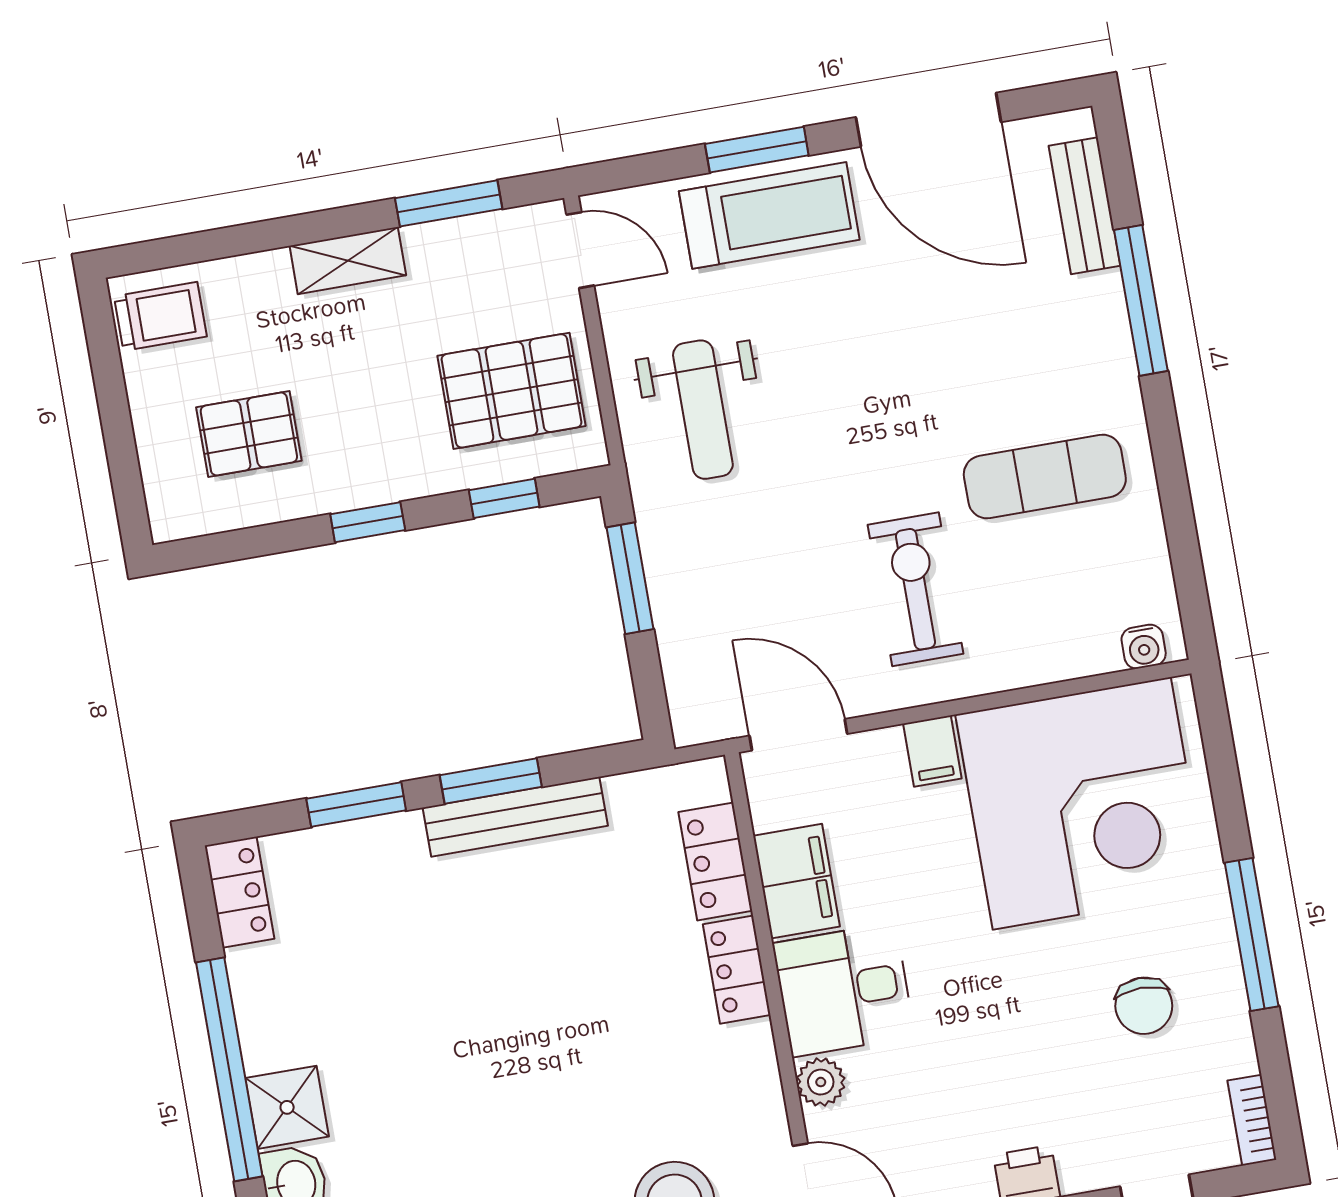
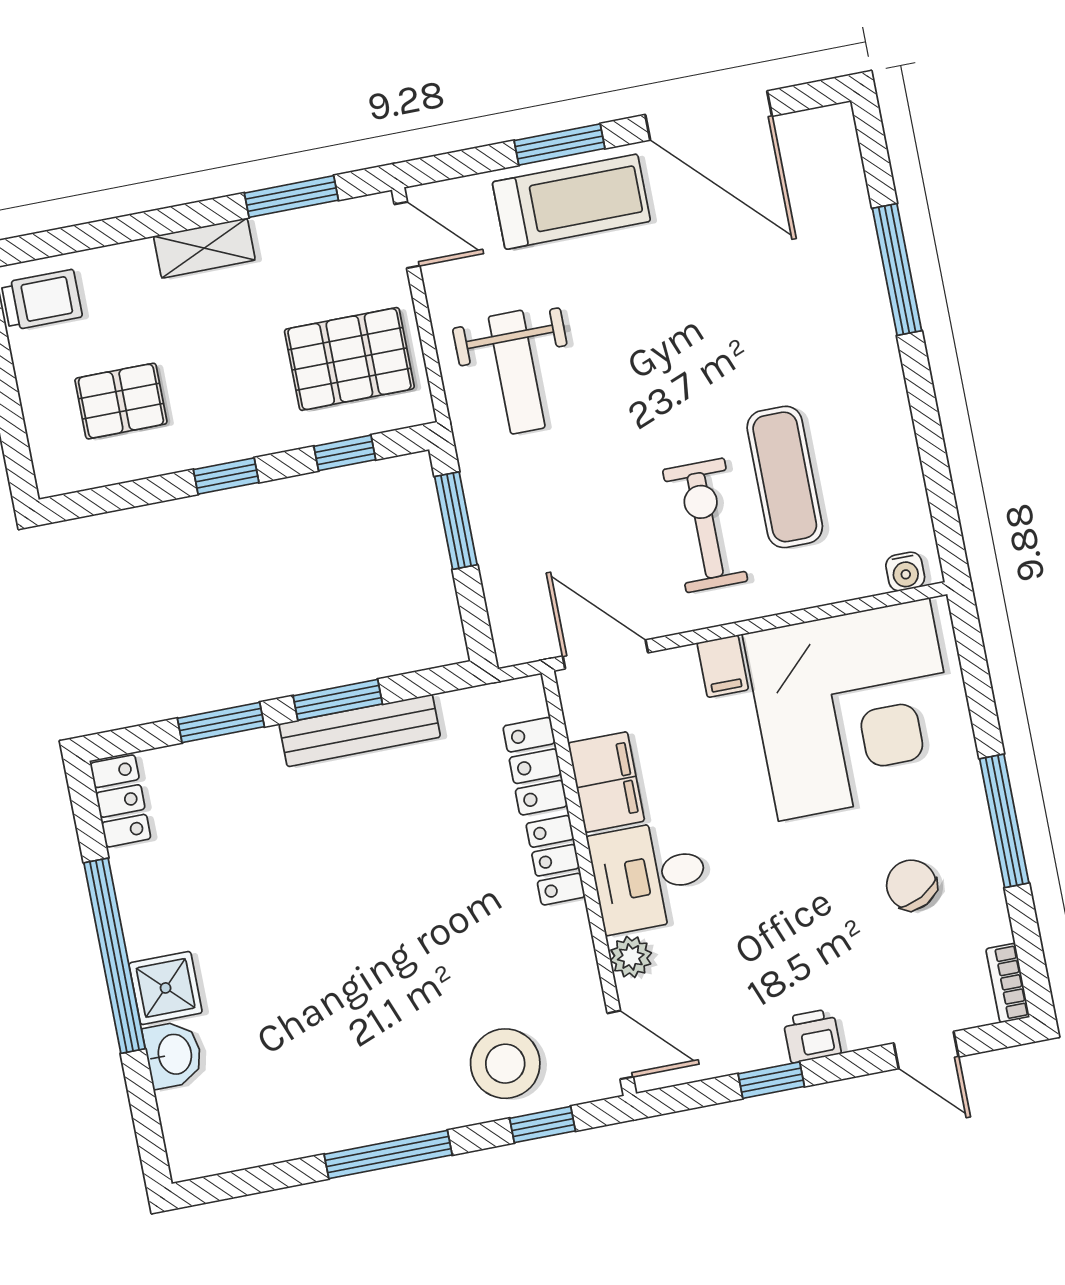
bench: (1085, 206) -> (846, 188), removed
exercise mat: (1045, 476) -> (785, 477), moved, turned 90
chair: (1144, 1006) -> (911, 885), turned 152

